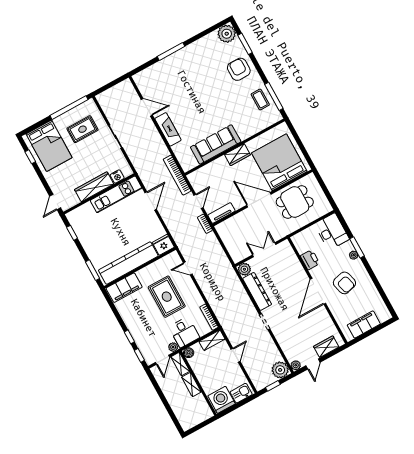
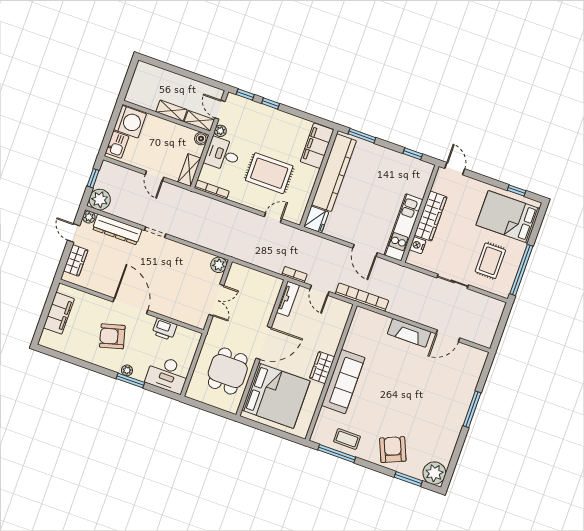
armchair: (239, 69) -> (393, 450), turned -113
sofa: (216, 144) -> (343, 382), moved
dresser: (257, 291) -> (117, 229), moved

